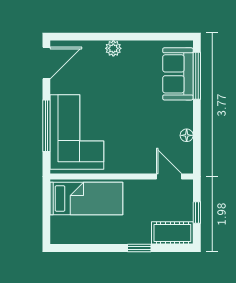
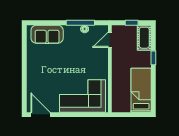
plant: (113, 48) -> (31, 74), removed
window: (197, 76) -> (80, 23), moved
window: (46, 126) -> (79, 115), removed
bed: (86, 199) -> (141, 90), moved

